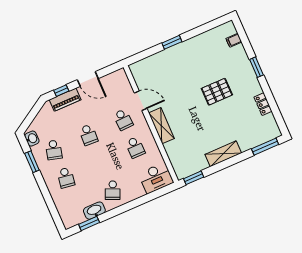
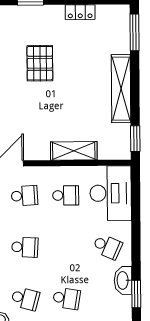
shelving: (161, 126) -> (74, 151), moved
shelving: (223, 154) -> (121, 89), width x1.47
desk: (156, 178) -> (111, 193), width x1.36, depth x1.30

